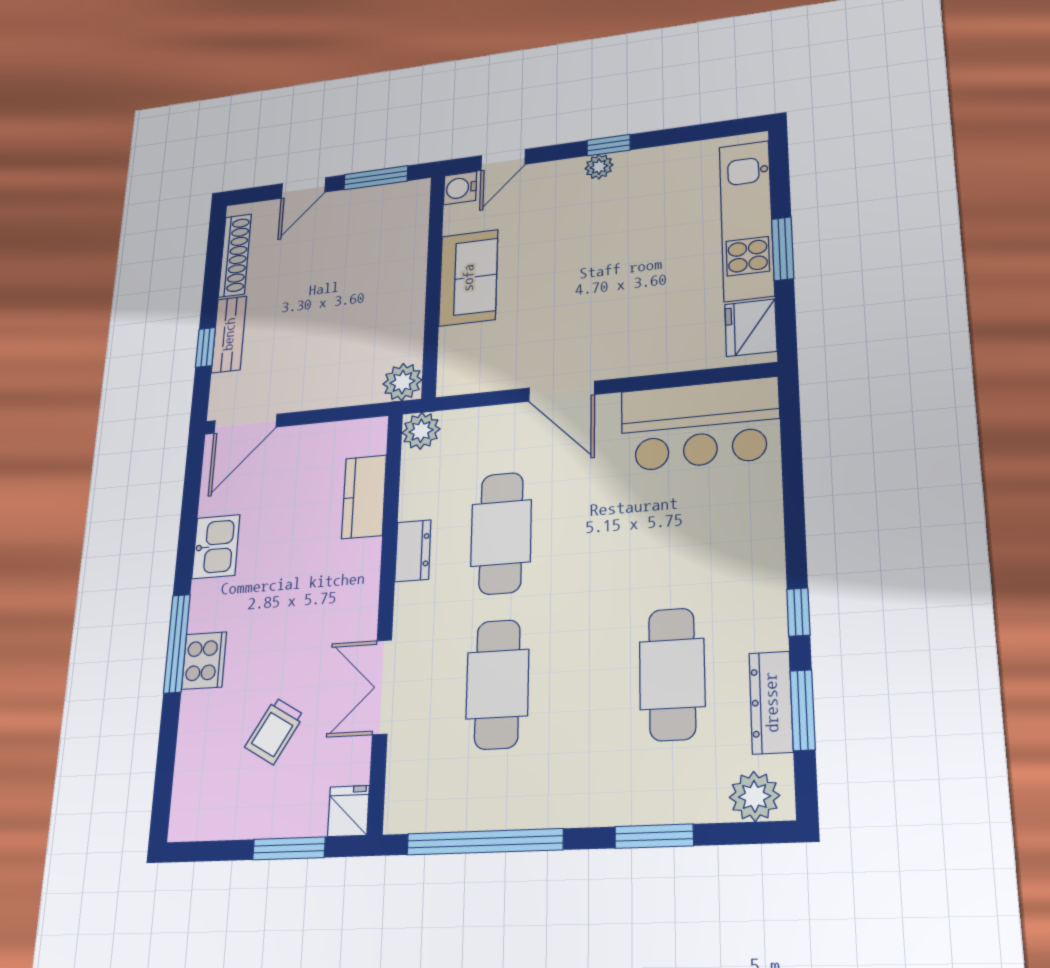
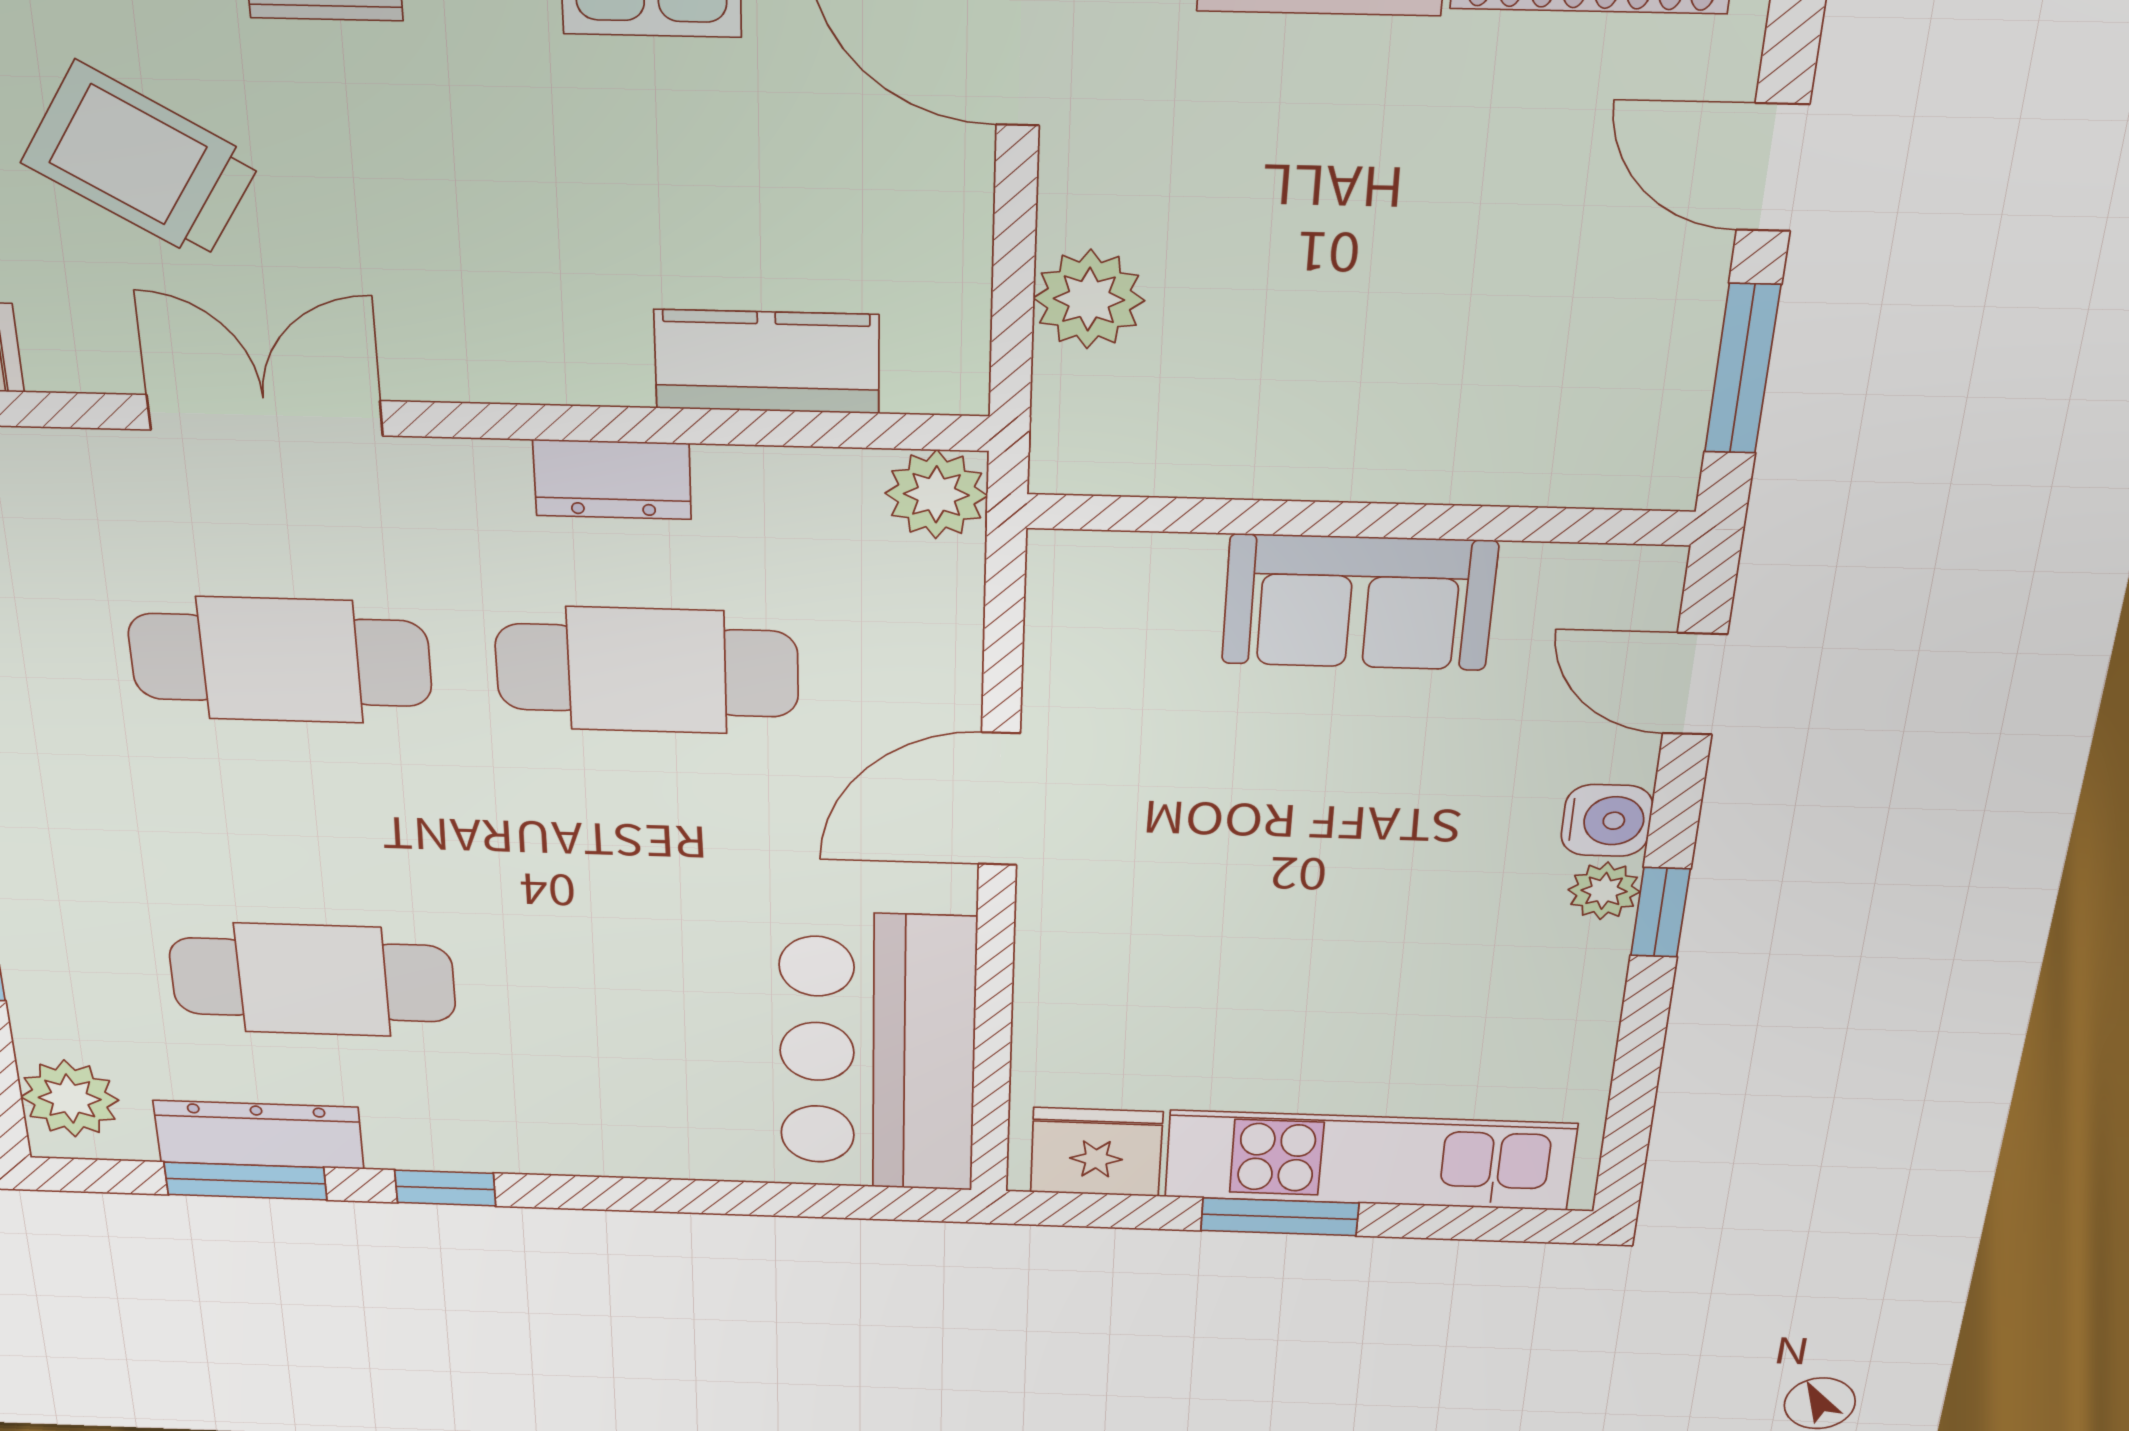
water cooler: (460, 188) -> (1607, 821), moved, turned 90
plant: (402, 382) -> (1089, 299), moved
trolley: (274, 731) -> (141, 162), width x1.36, depth x1.39

